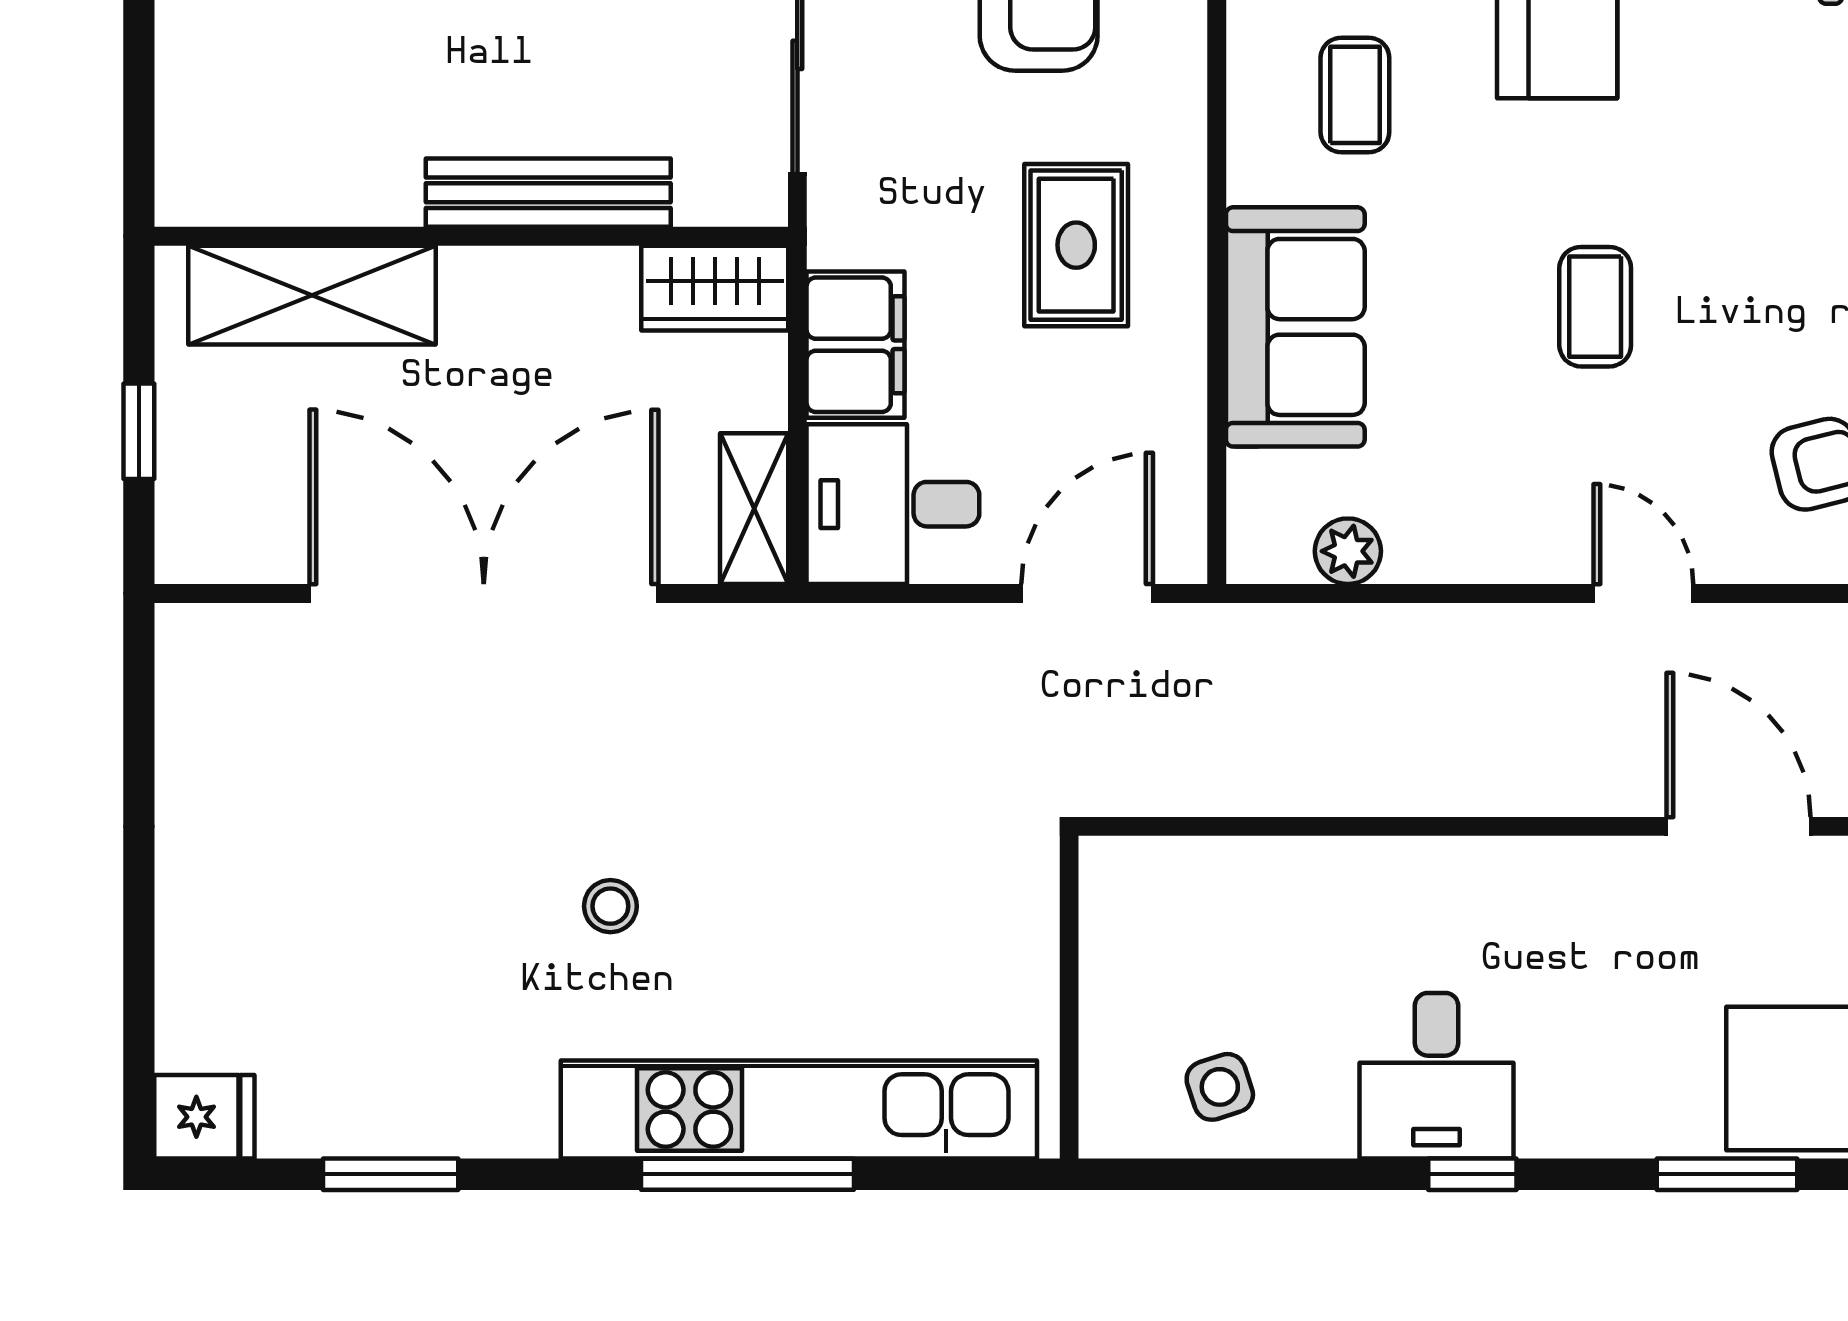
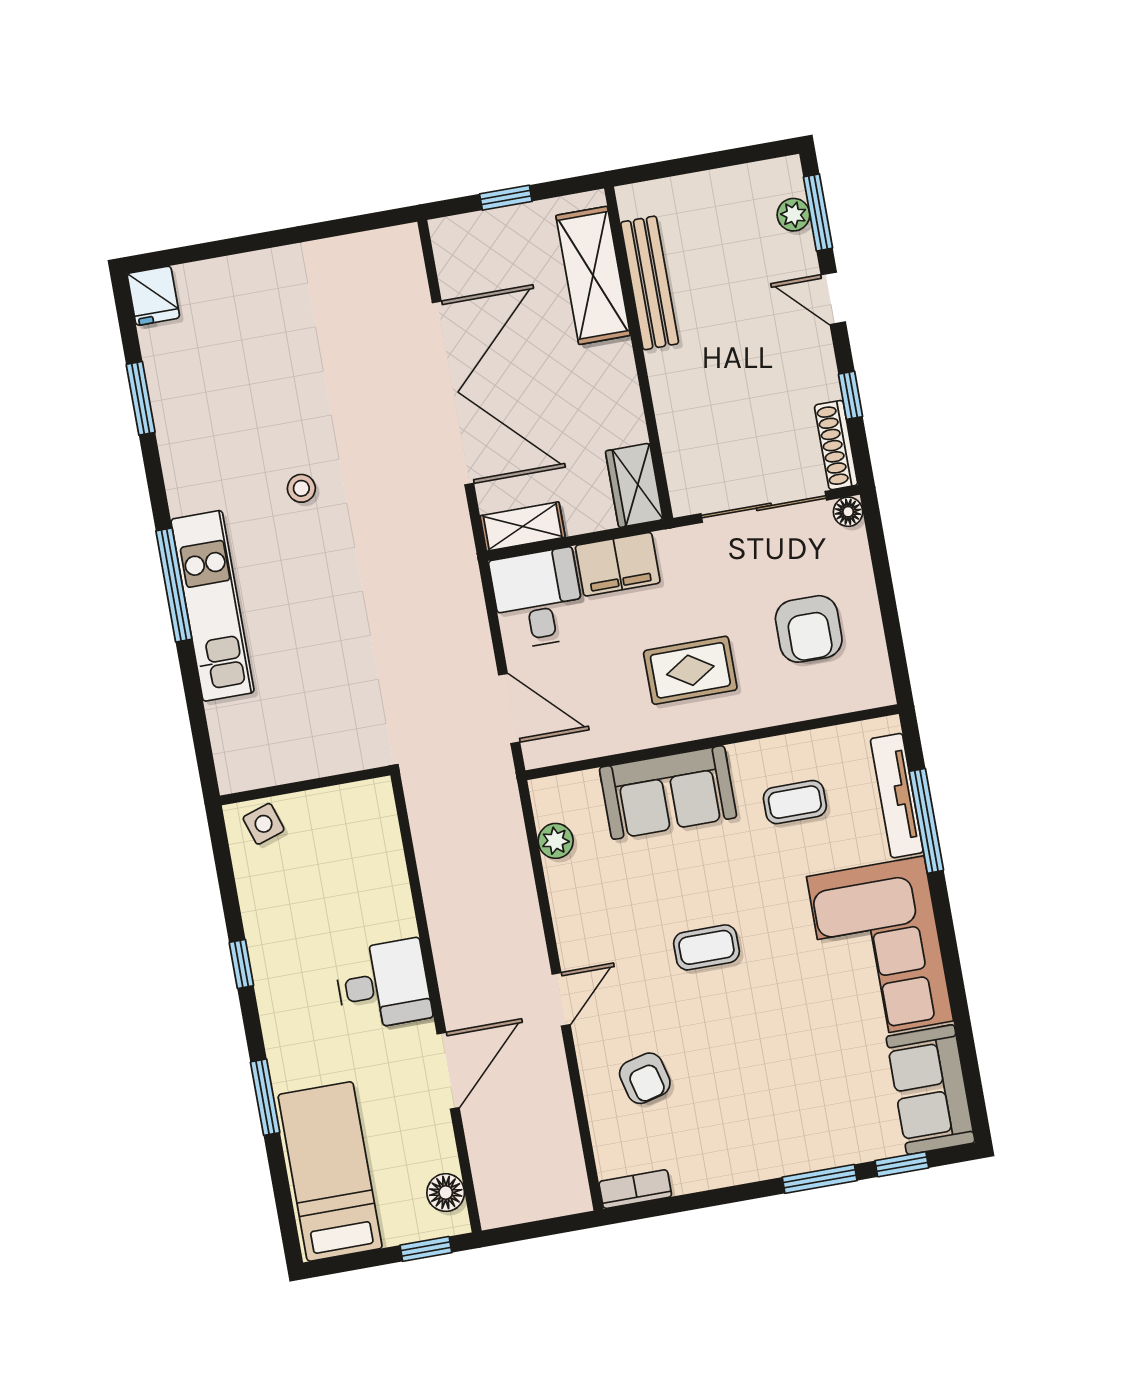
bench: (548, 193) -> (650, 283), moved
wall: (1069, 997) -> (305, 785), moved
desk: (1437, 1076) -> (383, 985), moved, turned 180
kitchen unit: (799, 1110) -> (213, 606), width x0.73

